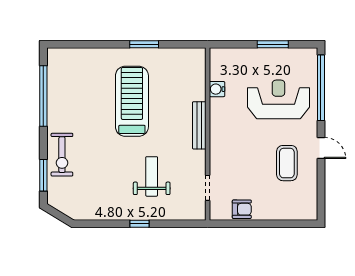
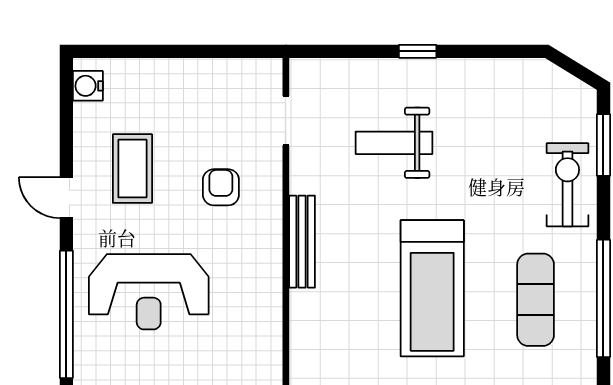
water cooler: (217, 89) -> (88, 86), moved, turned 180
exercise mat: (78, 95) -> (536, 300), added
weight bench: (152, 176) -> (394, 143), turned 90
armchair: (242, 209) -> (221, 187), moved, turned 90

